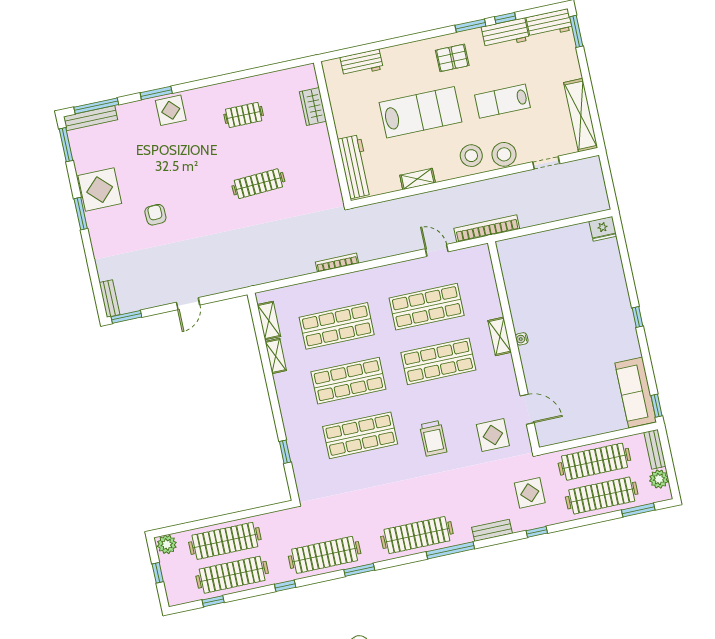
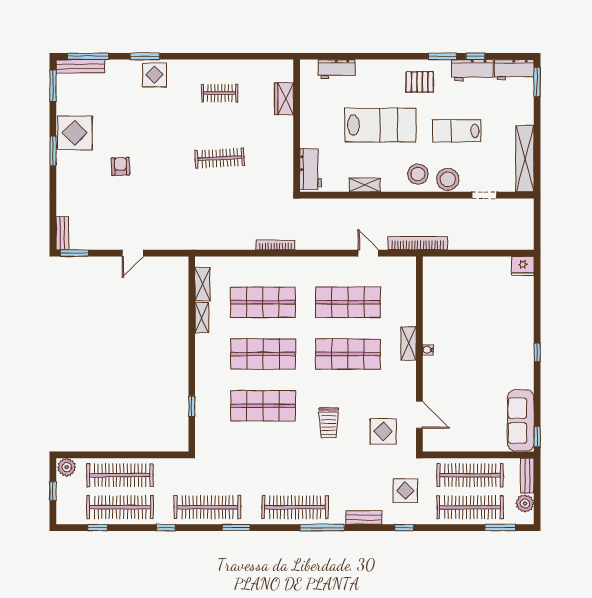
workbench: (355, 167) -> (311, 169), width x0.73

